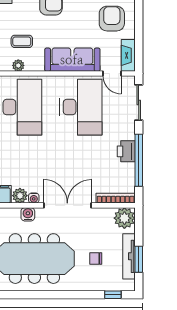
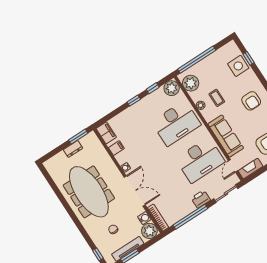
printer: (126, 151) -> (201, 199), moved
plant: (20, 196) -> (122, 158), removed
water cooler: (28, 214) -> (144, 218), moved

